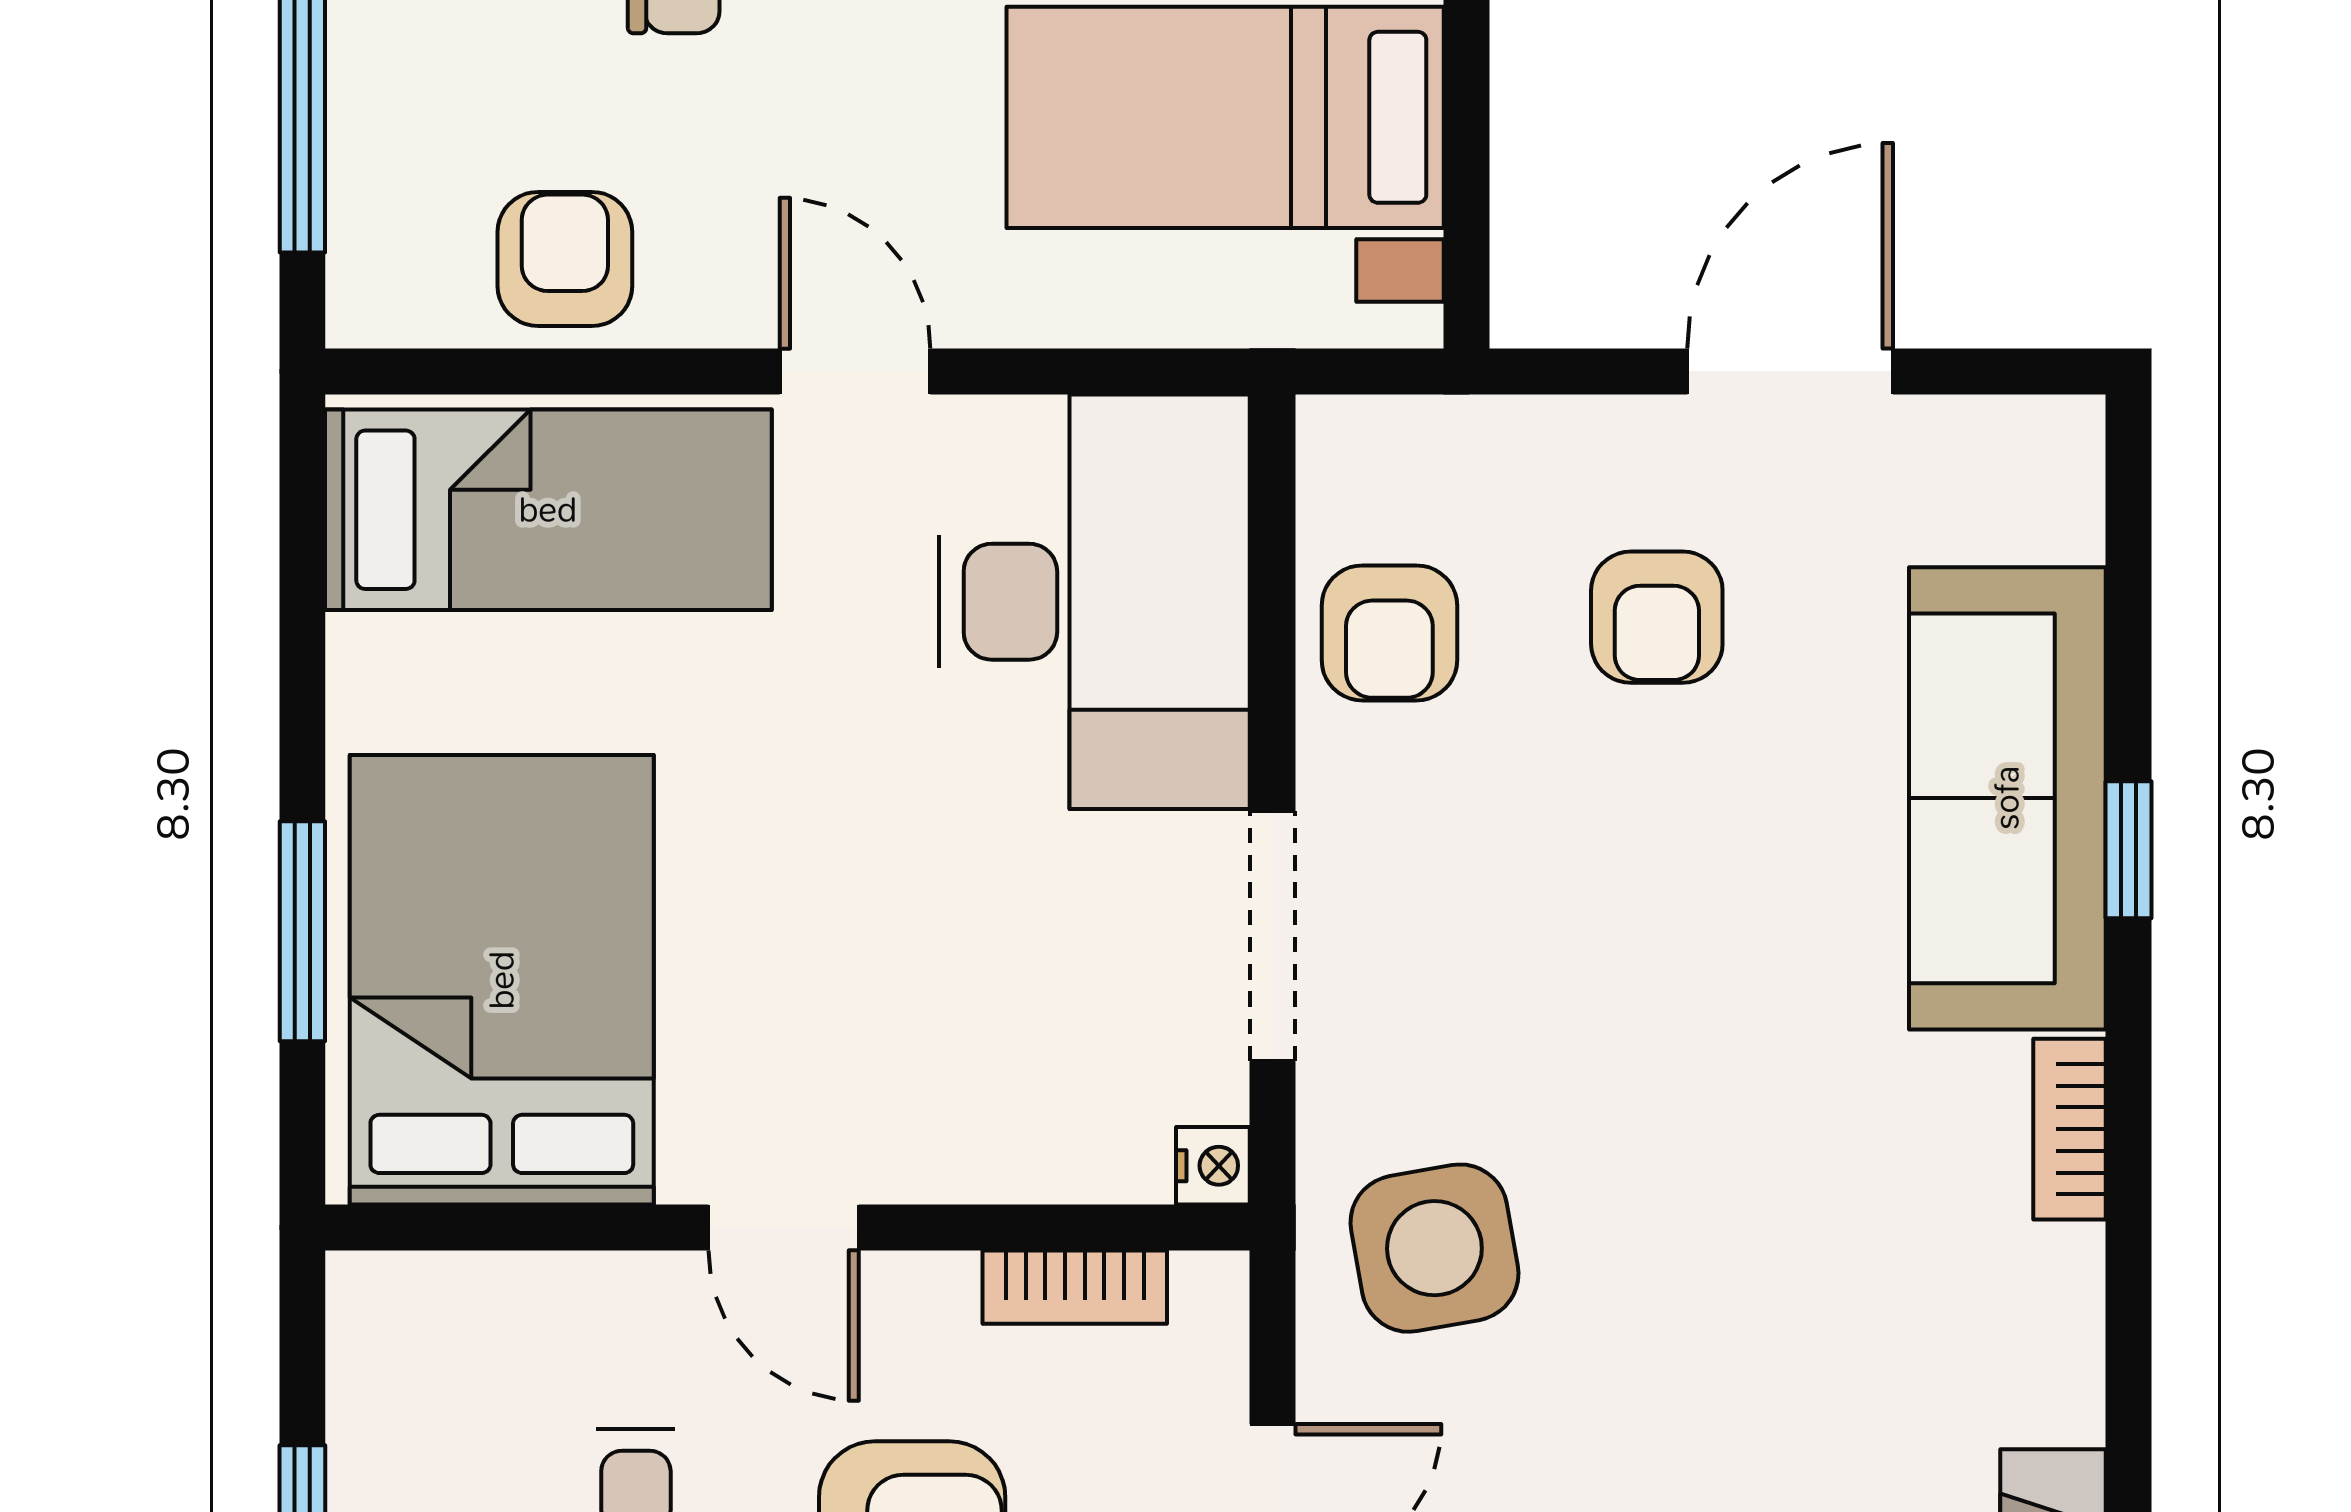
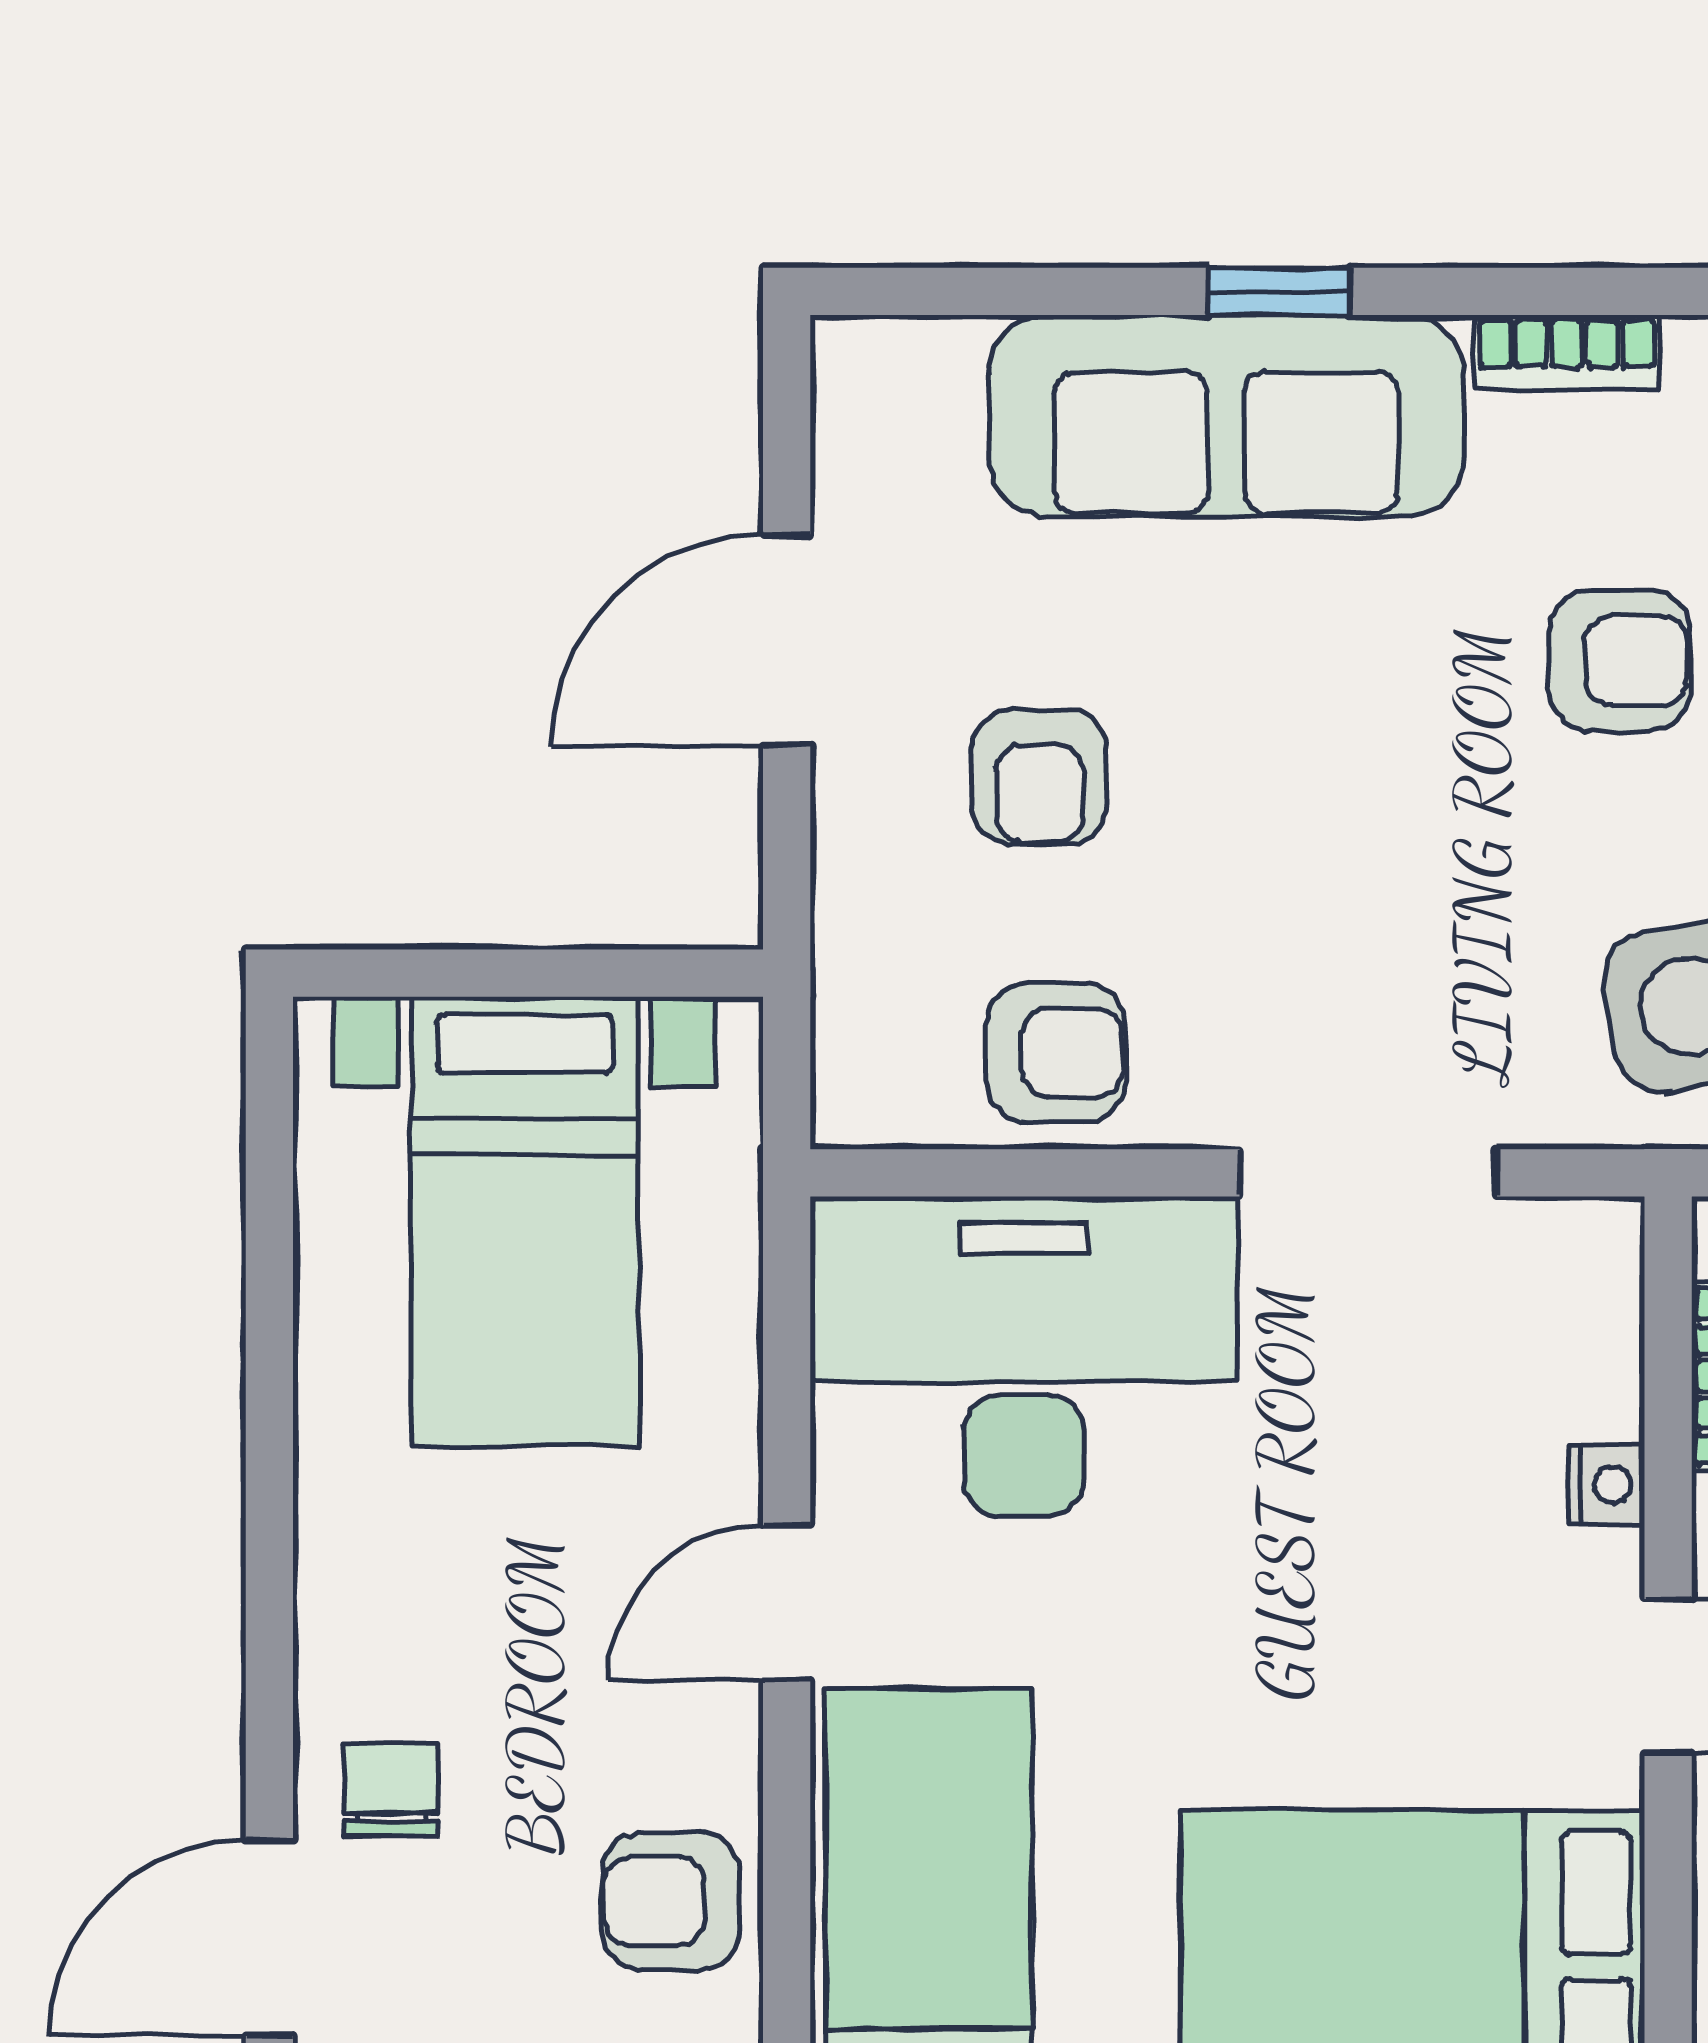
door: (1790, 371) -> (787, 640), hinge flipped
armchair: (1657, 617) -> (1040, 777), turned 90
nightstand: (1213, 1166) -> (1607, 1485), moved, turned 90
armchair: (1770, 1180) -> (1620, 660), added

